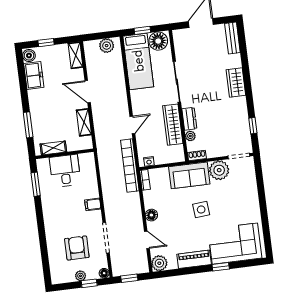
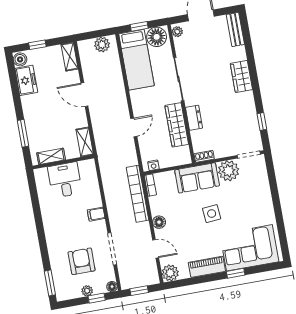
shelving: (84, 122) -> (85, 142), moved
plant: (190, 136) -> (177, 32), moved
bookcase: (130, 166) -> (137, 194), moved
window: (36, 184) -> (50, 283), moved

